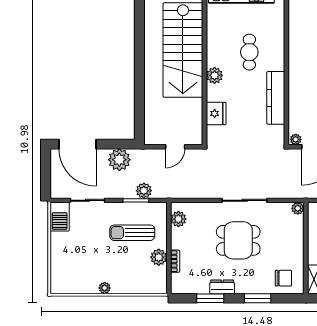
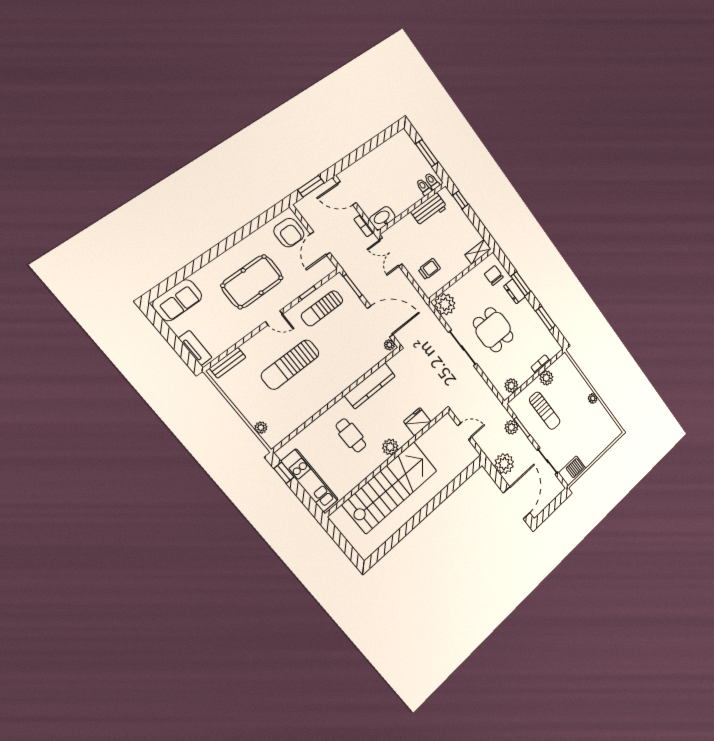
cafe table: (249, 52) -> (351, 435), turned 90
plant: (298, 208) -> (445, 304), width x1.88, depth x1.88
dresser: (222, 287) -> (514, 291), moved

